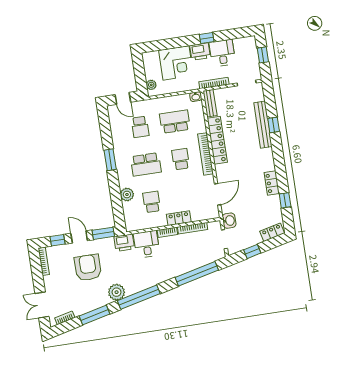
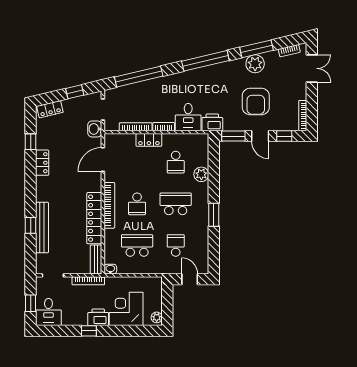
desk: (222, 53) -> (48, 312), moved
plant: (151, 85) -> (157, 317), moved
school desk: (175, 122) -> (137, 245), turned 180
plant: (117, 292) -> (255, 64), moved

